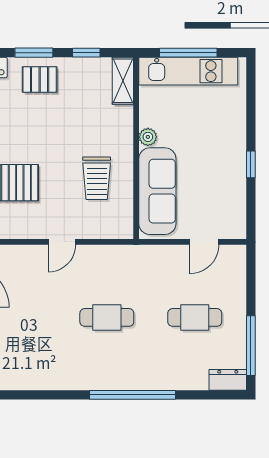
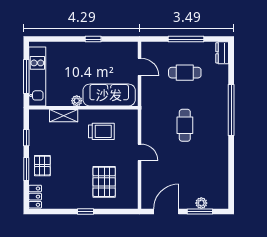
shelving: (123, 81) -> (64, 116), moved
cafe table: (195, 317) -> (185, 73), turned 90
window: (251, 346) -> (186, 39), moved

